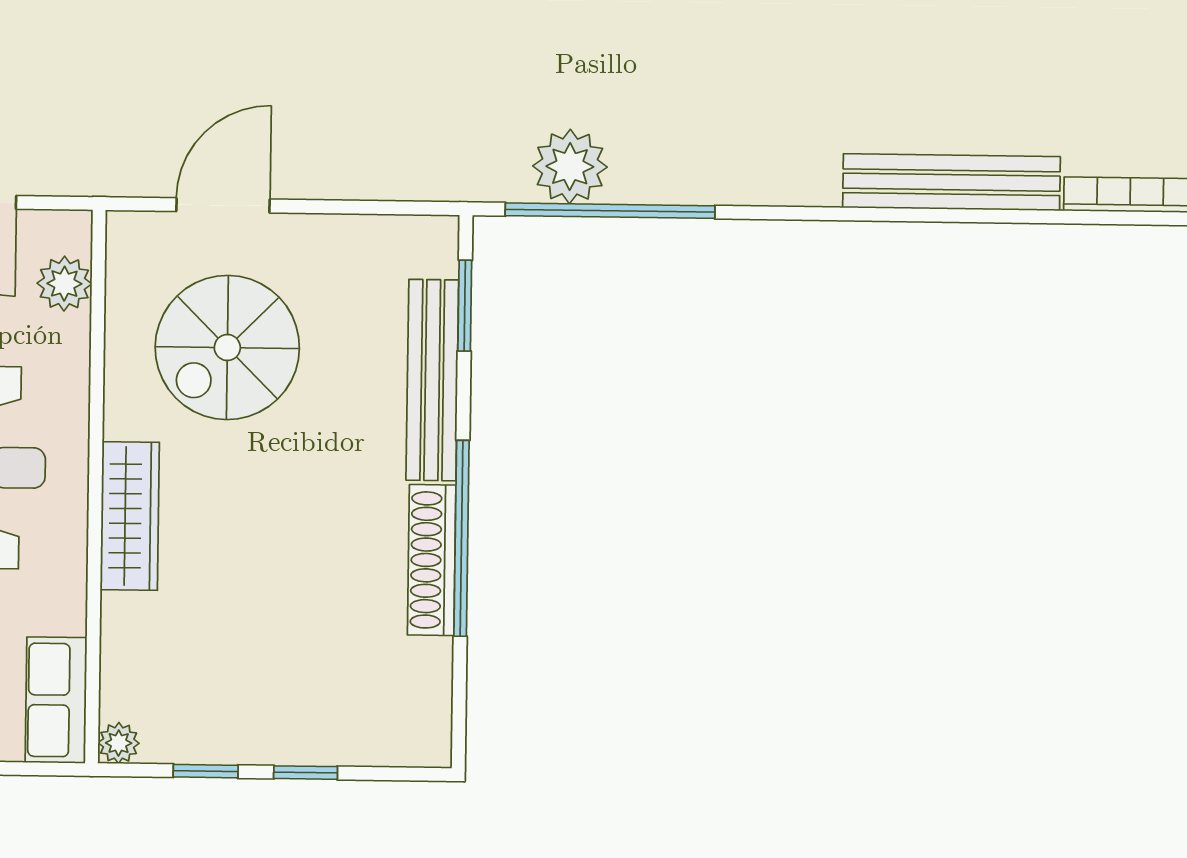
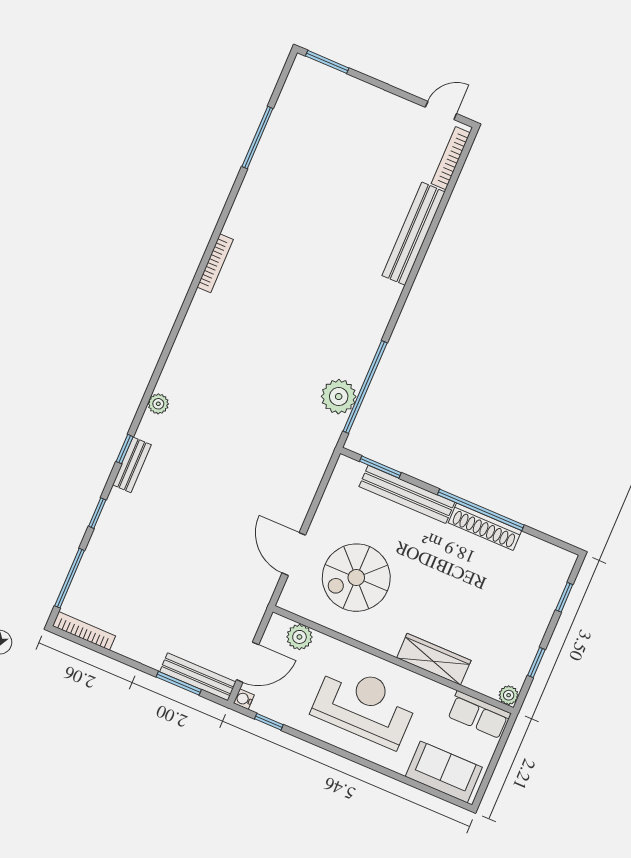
spiral stairs: (227, 348) -> (356, 578), turned 90
wardrobe: (130, 516) -> (434, 659), moved
window: (306, 773) -> (564, 597), moved

